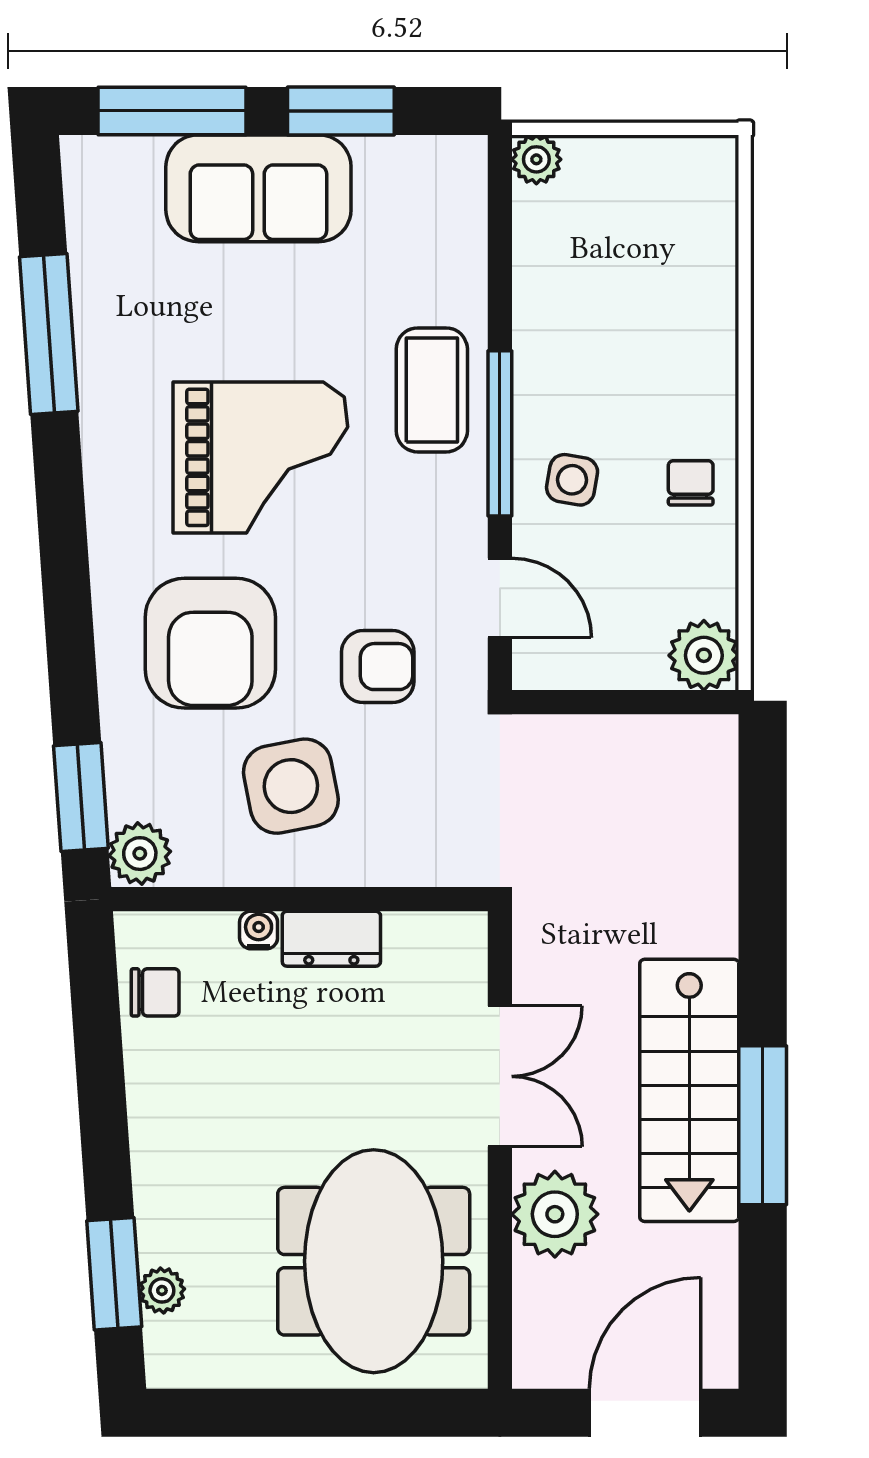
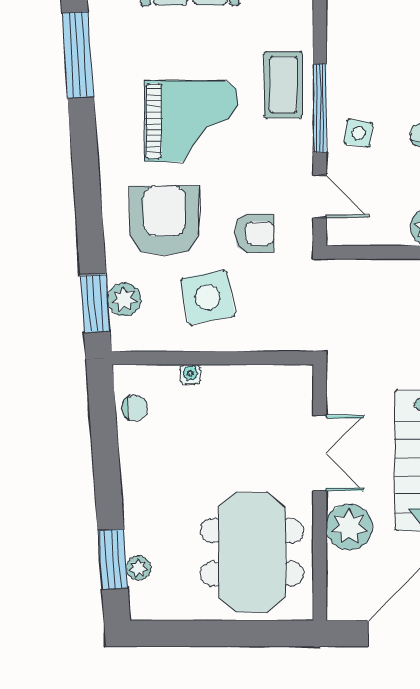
armchair: (210, 643) -> (164, 221), turned 180
plant: (140, 854) -> (124, 299), moved
dresser: (331, 939) -> (229, 379), removed

